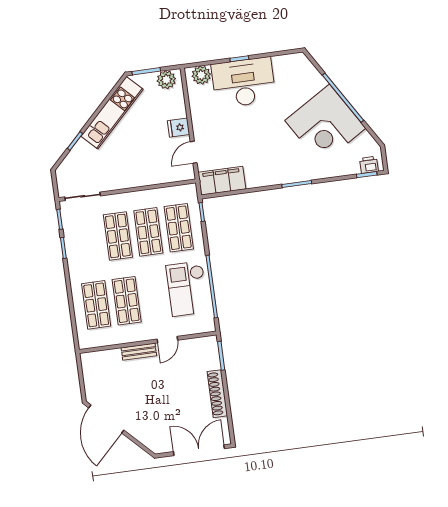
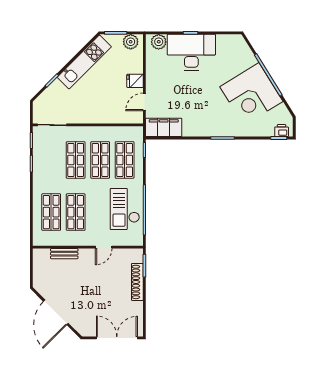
bench: (139, 352) -> (64, 254), moved
shoe rack: (217, 394) -> (137, 282), moved
door: (106, 419) -> (56, 312), moved

